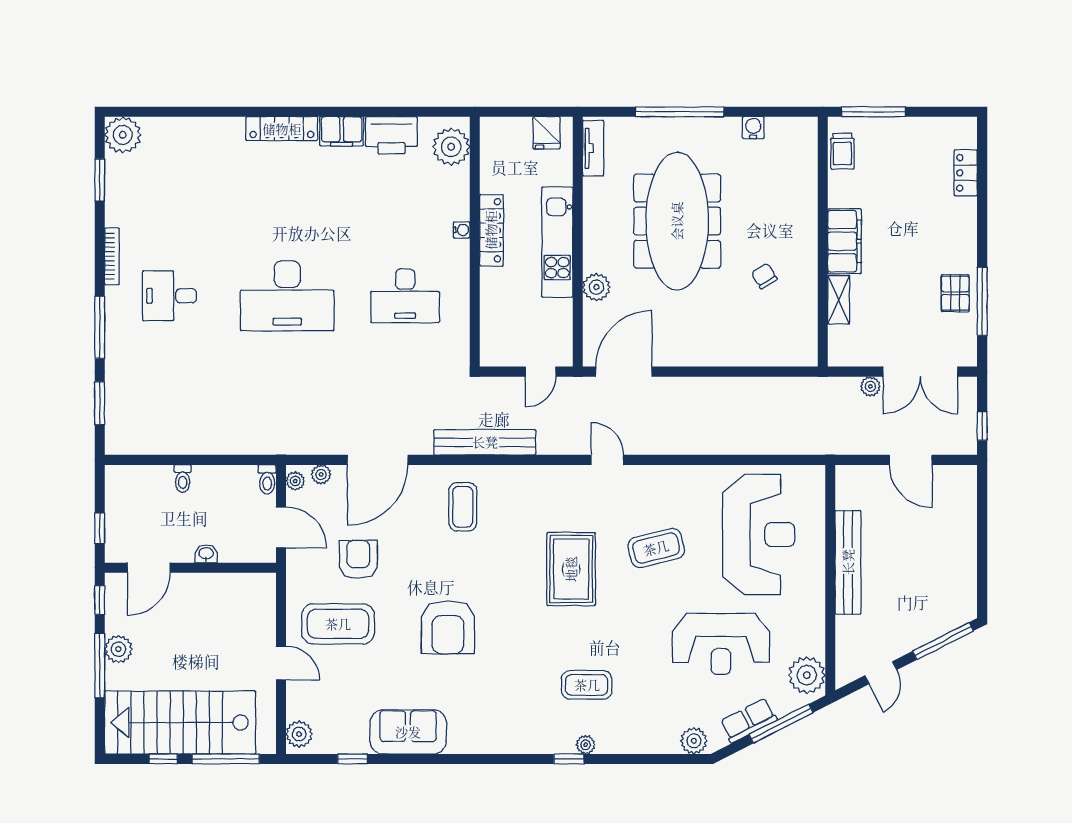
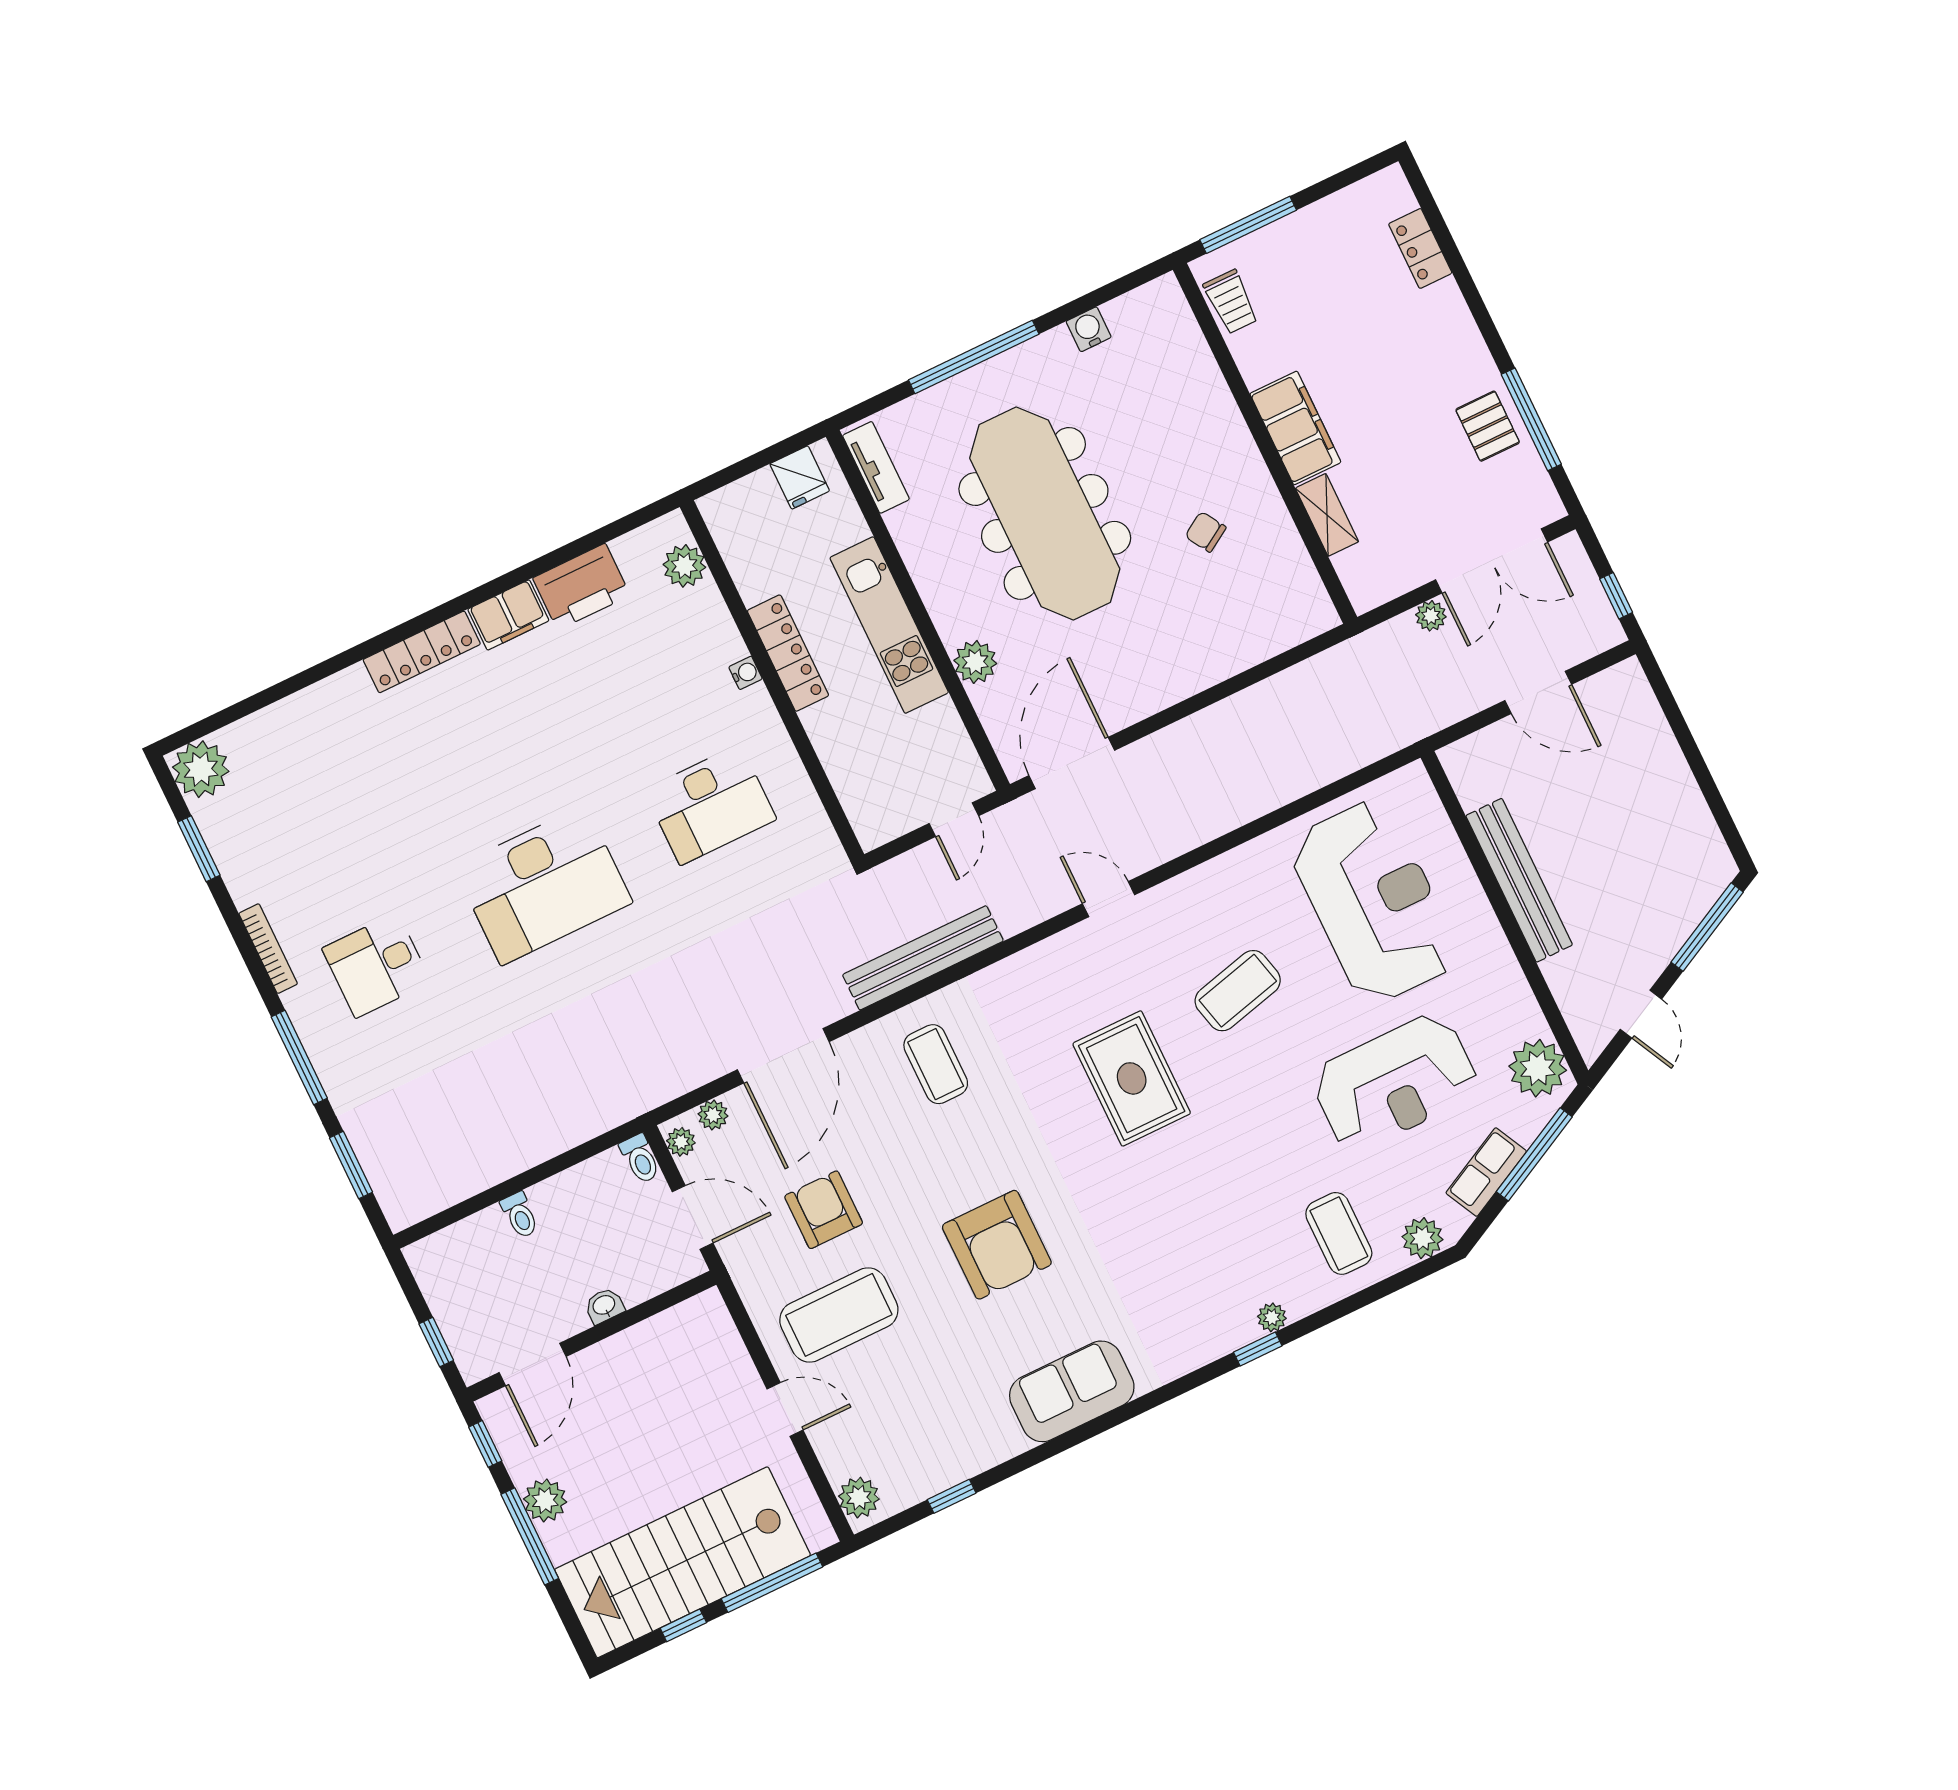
plant: (451, 147) -> (684, 566), width x0.73, depth x0.73
coffee table: (587, 685) -> (1339, 1233), moved, turned 90
sofa: (408, 732) -> (1072, 1391), moved

